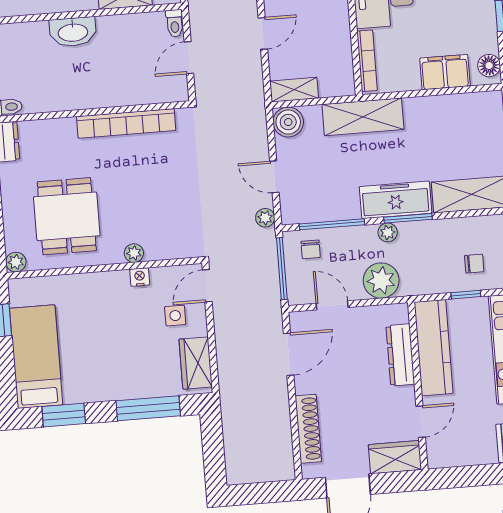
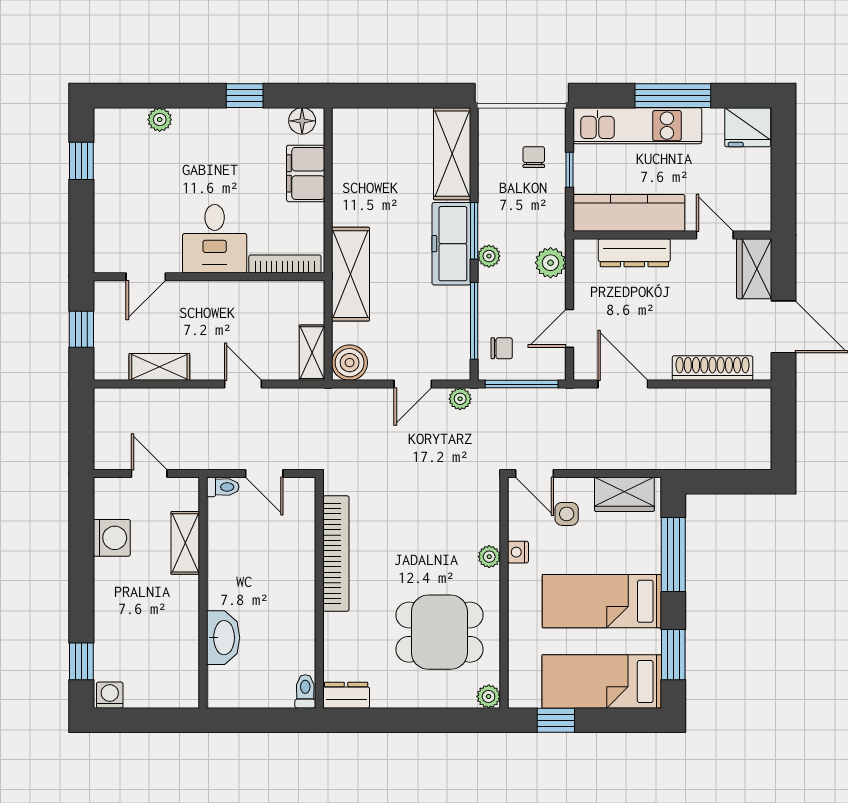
washbasin: (73, 32) -> (223, 638), moved
plant: (381, 281) -> (551, 263), width x0.73, depth x0.73
bed: (104, 351) -> (602, 601), added

